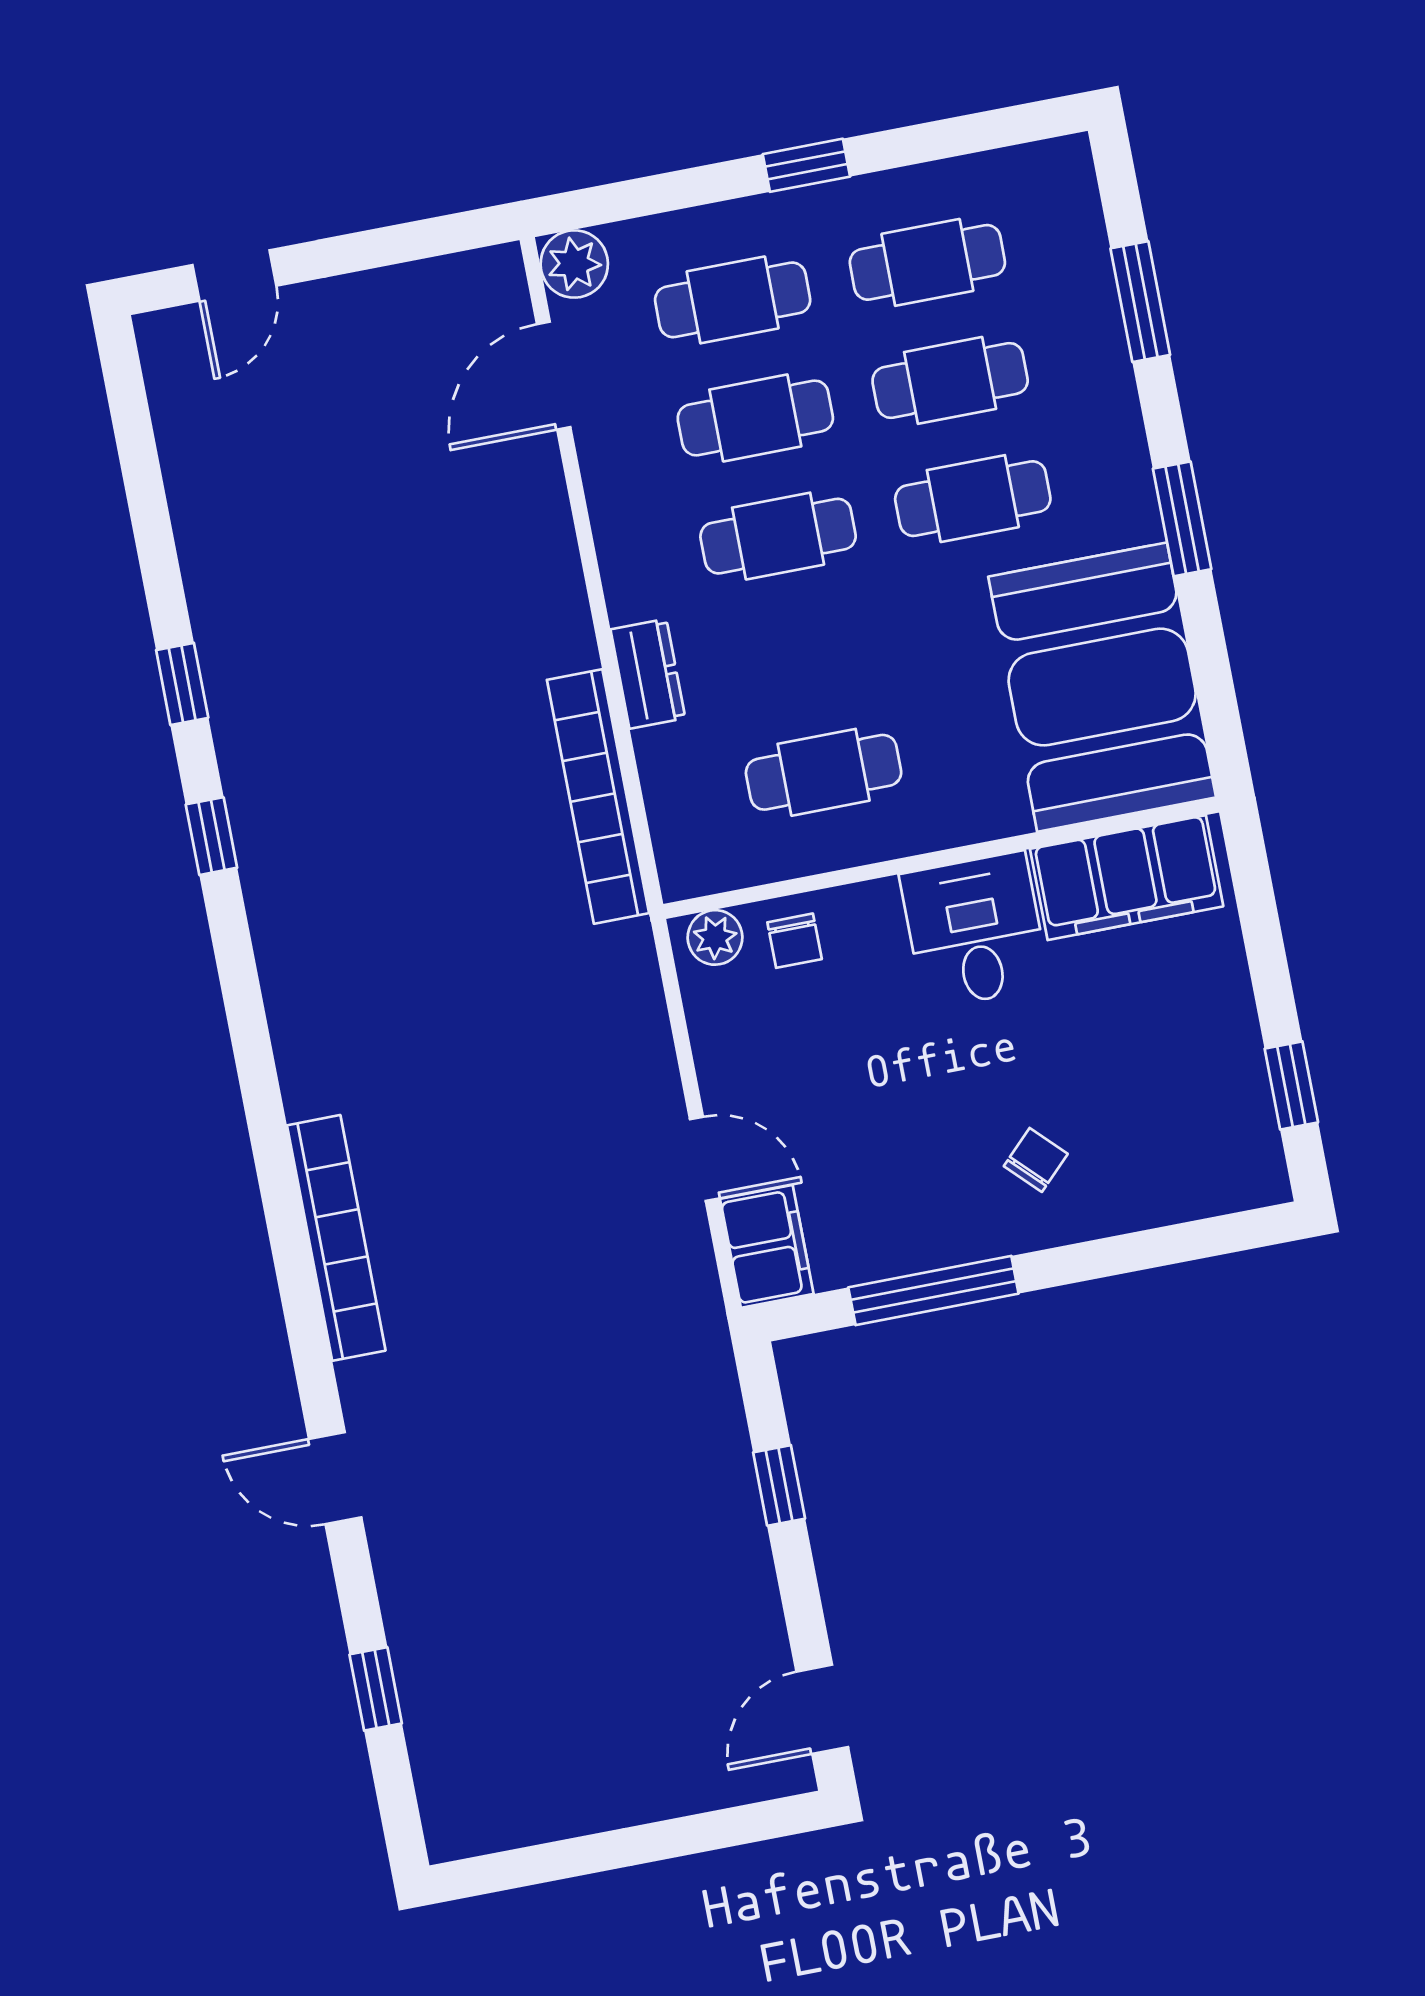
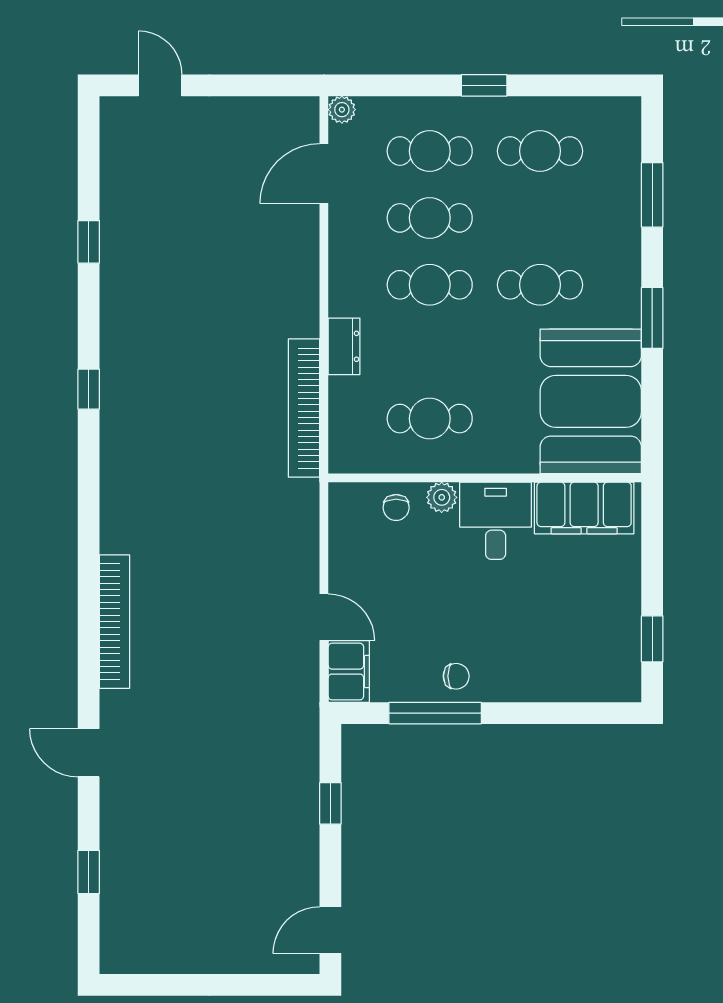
plant: (574, 264) -> (342, 110), width x0.73, depth x0.73
door: (234, 275) -> (160, 85), swing flipped
cafe table: (950, 380) -> (540, 218), removed
window: (182, 684) -> (89, 242), moved
plant: (715, 937) -> (442, 497), moved
chair: (1036, 1160) -> (456, 676), moved, turned 45

